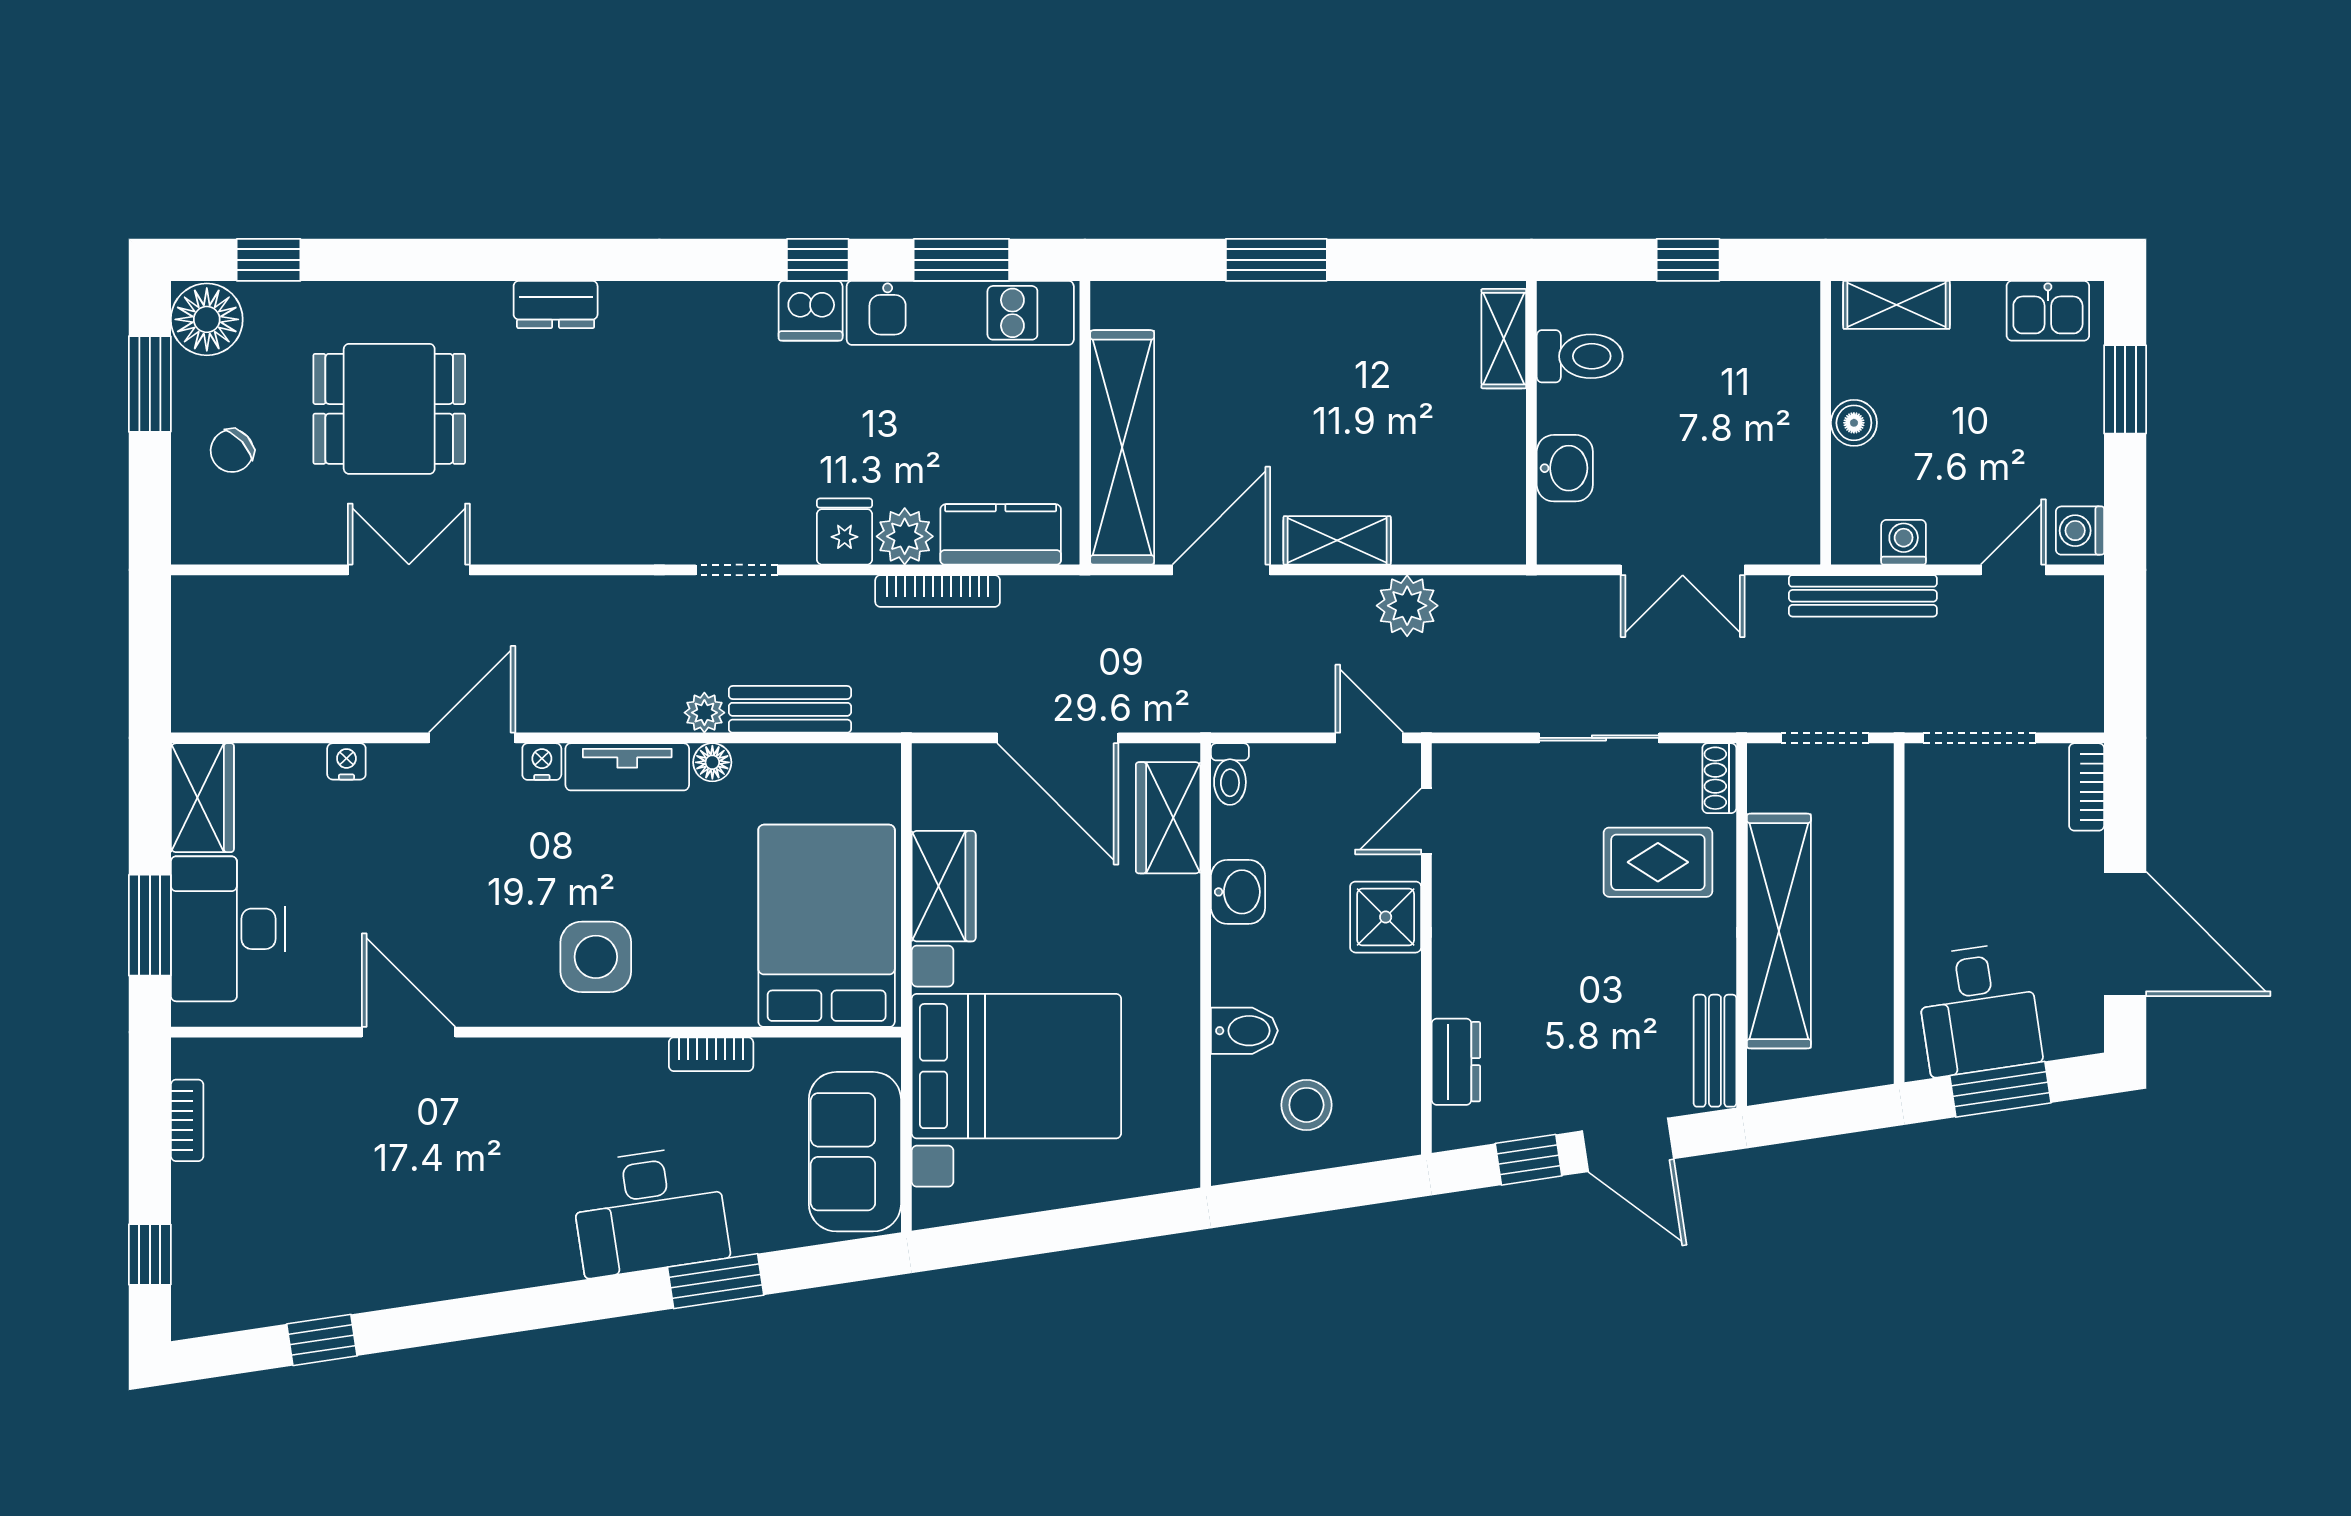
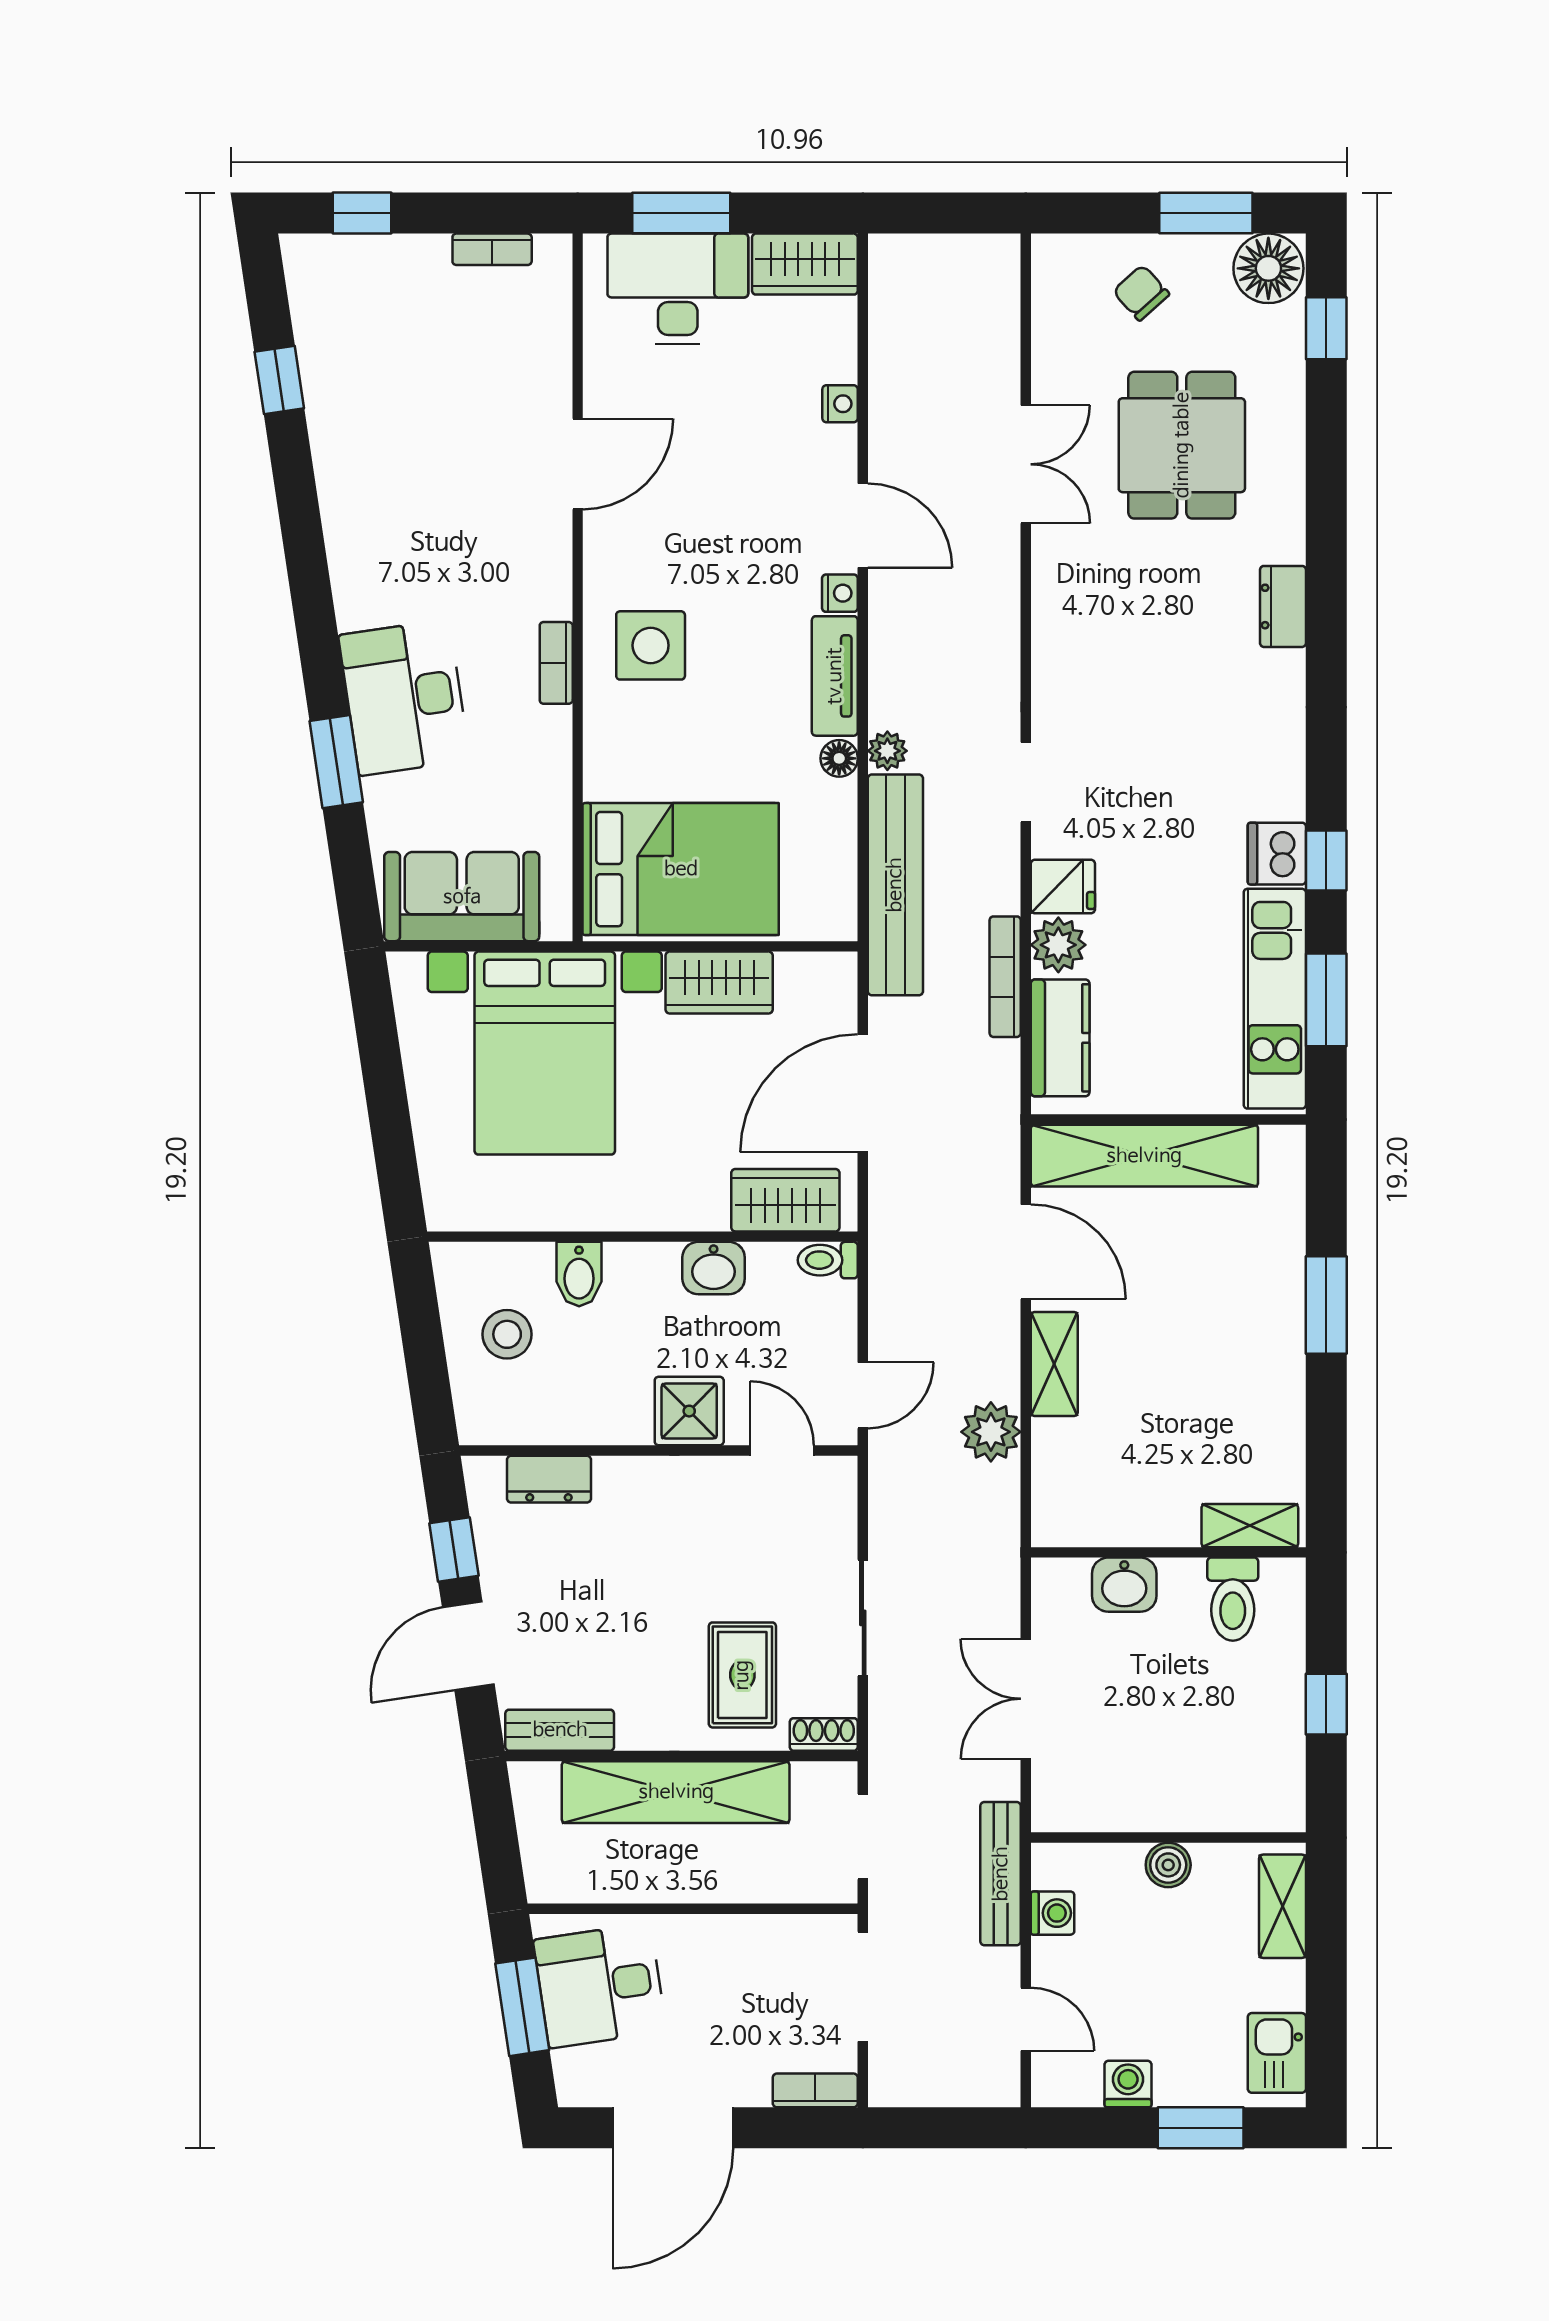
washing machine: (2080, 531) -> (1128, 2084), moved
bench: (790, 709) -> (895, 885), width x1.86, depth x1.21
bookcase: (711, 1054) -> (556, 663), moved

